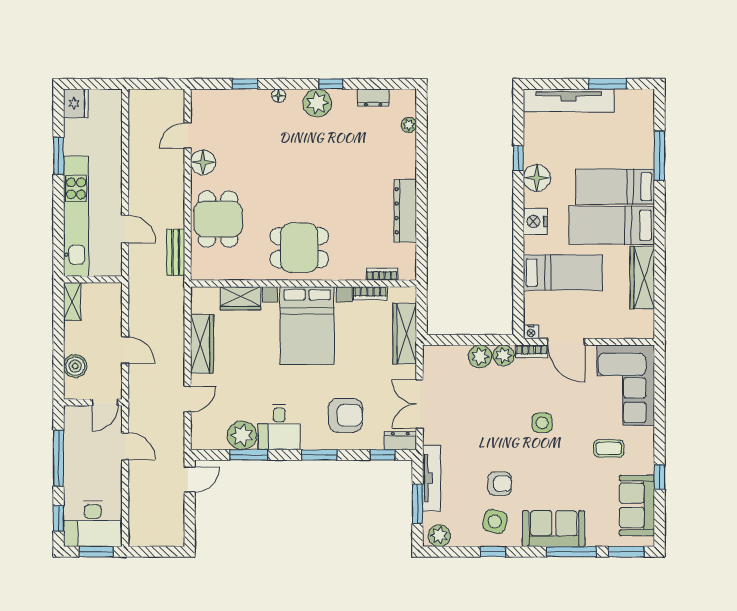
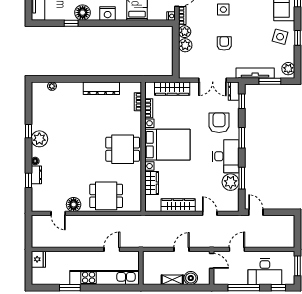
dresser: (373, 98) -> (36, 175), moved
fridge: (76, 103) -> (38, 259), moved, turned 90
dining table: (299, 248) -> (123, 149), turned 90
bench: (176, 252) -> (125, 220), removed
shelving: (72, 302) -> (172, 280), moved
desk: (279, 427) -> (226, 156), width x1.37
armchair: (500, 484) -> (224, 43), moved
desk: (93, 524) -> (265, 272), moved, turned 90

